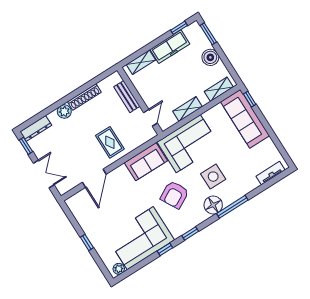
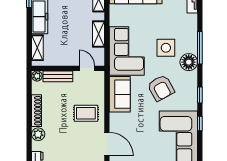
plant: (115, 78) -> (37, 76), added

